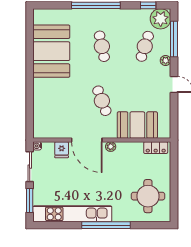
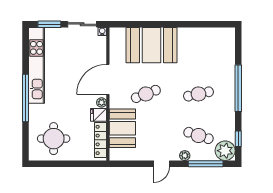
booth: (51, 51) -> (151, 45), moved
locker: (156, 148) -> (101, 140), width x1.53
fridge: (62, 150) -> (98, 115), moved

